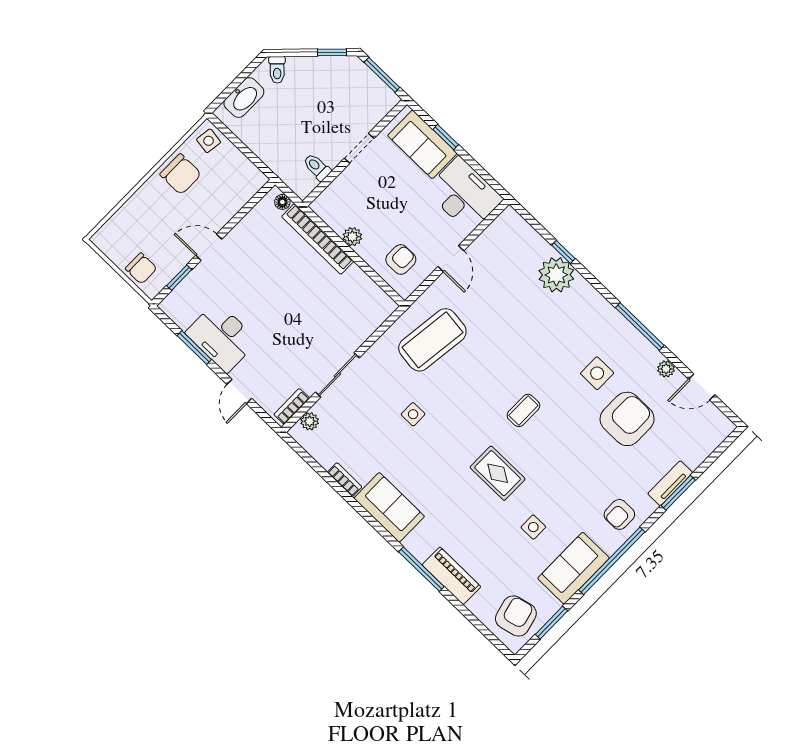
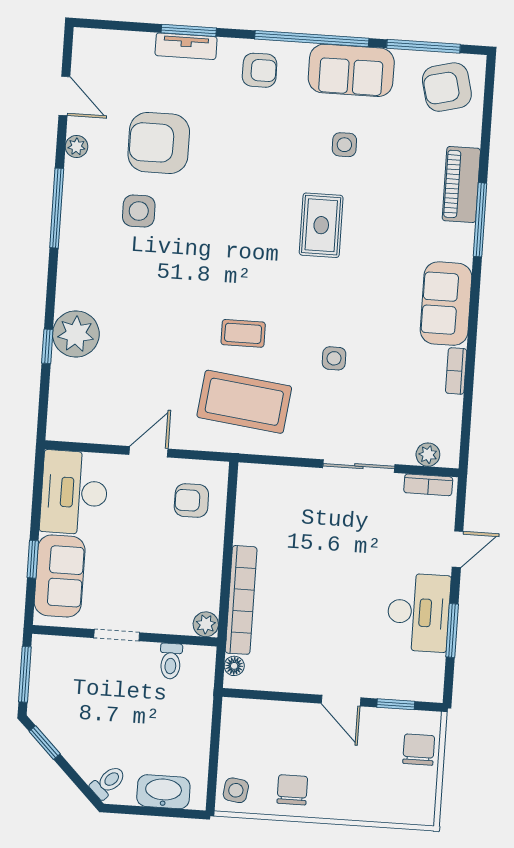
chair: (181, 174) -> (292, 790), width x0.73, depth x0.73
plant: (352, 237) -> (206, 624), moved
coffee table: (523, 410) -> (243, 333), moved
window: (551, 623) -> (423, 46), width x1.44

